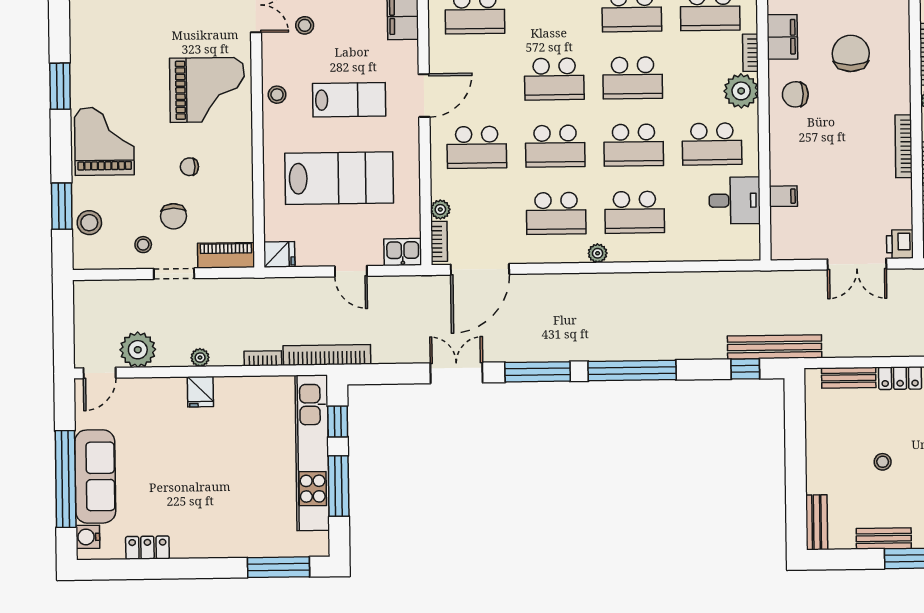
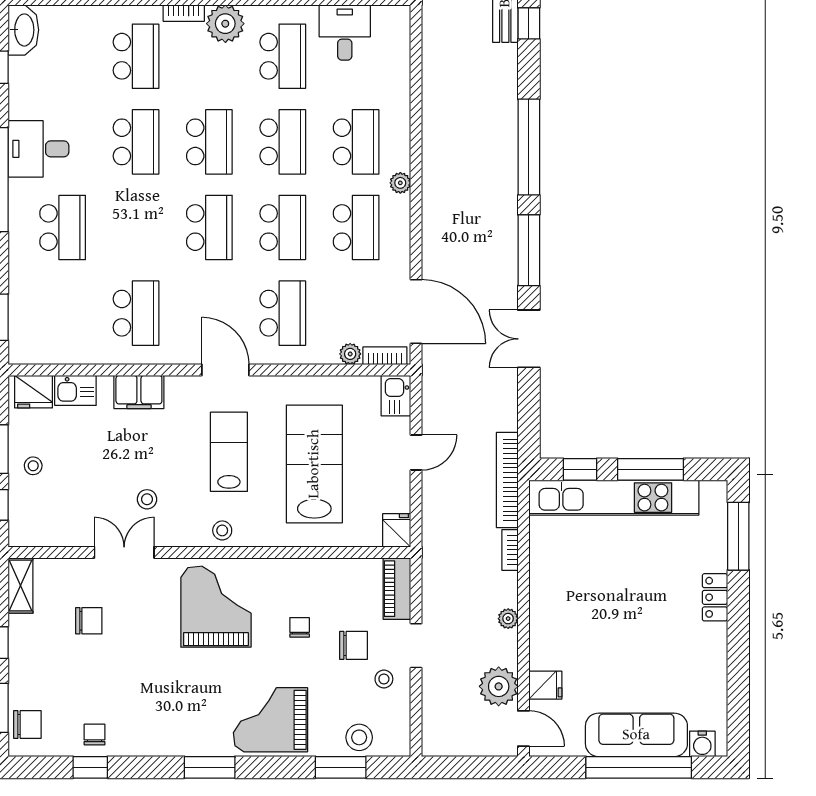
chair: (189, 167) -> (300, 627), turned 180
fridge: (200, 392) -> (545, 685), moved
locker: (147, 548) -> (715, 597), moved

